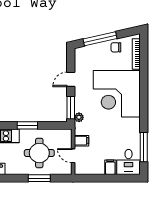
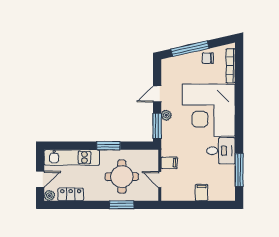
plant: (79, 117) -> (166, 115), moved
desk: (129, 162) -> (221, 151), moved, turned -90

